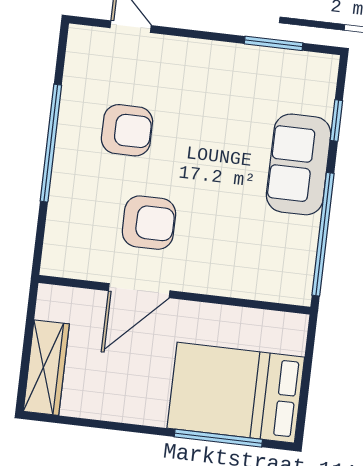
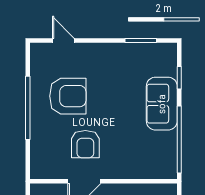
armchair: (127, 130) -> (68, 96), width x1.36, depth x1.36
armchair: (149, 223) -> (85, 144), turned 90

